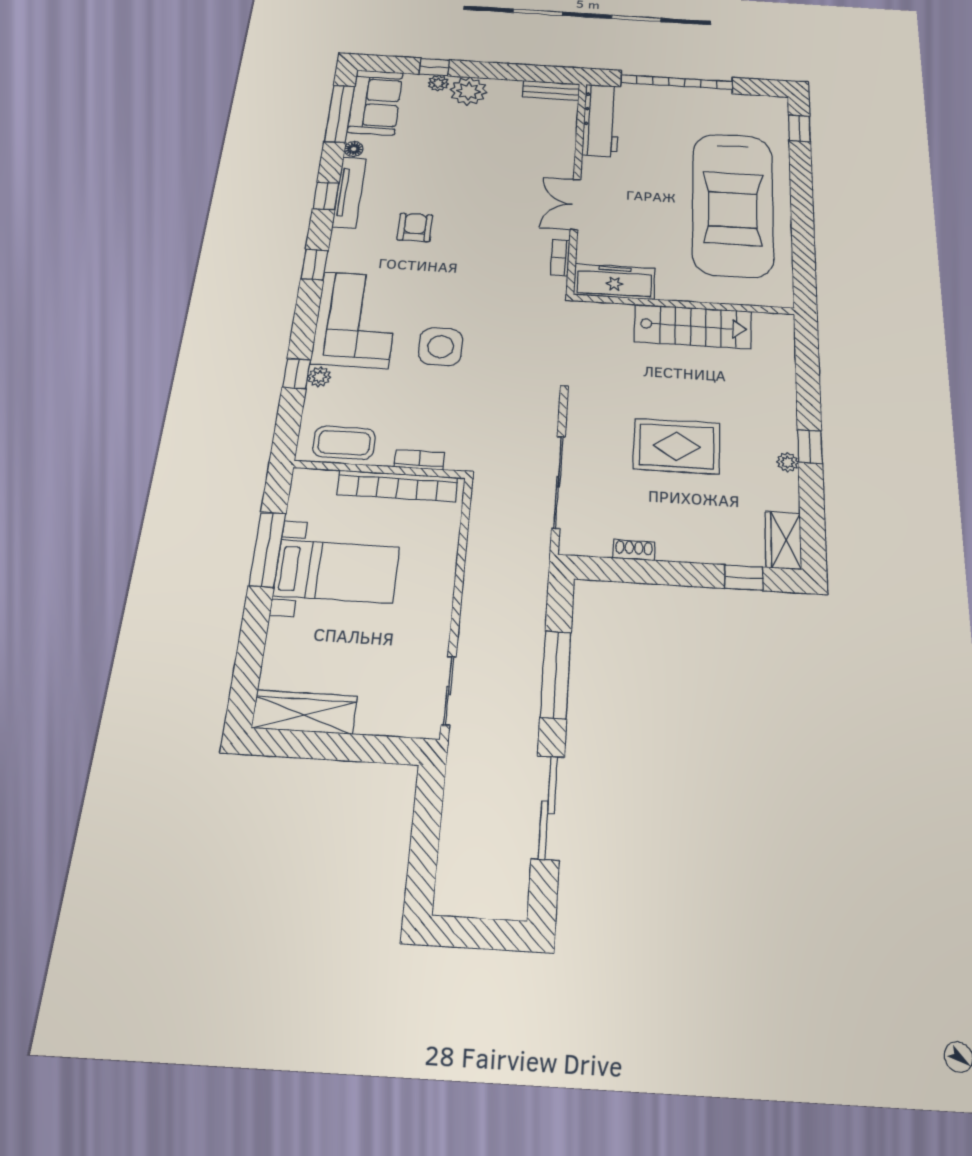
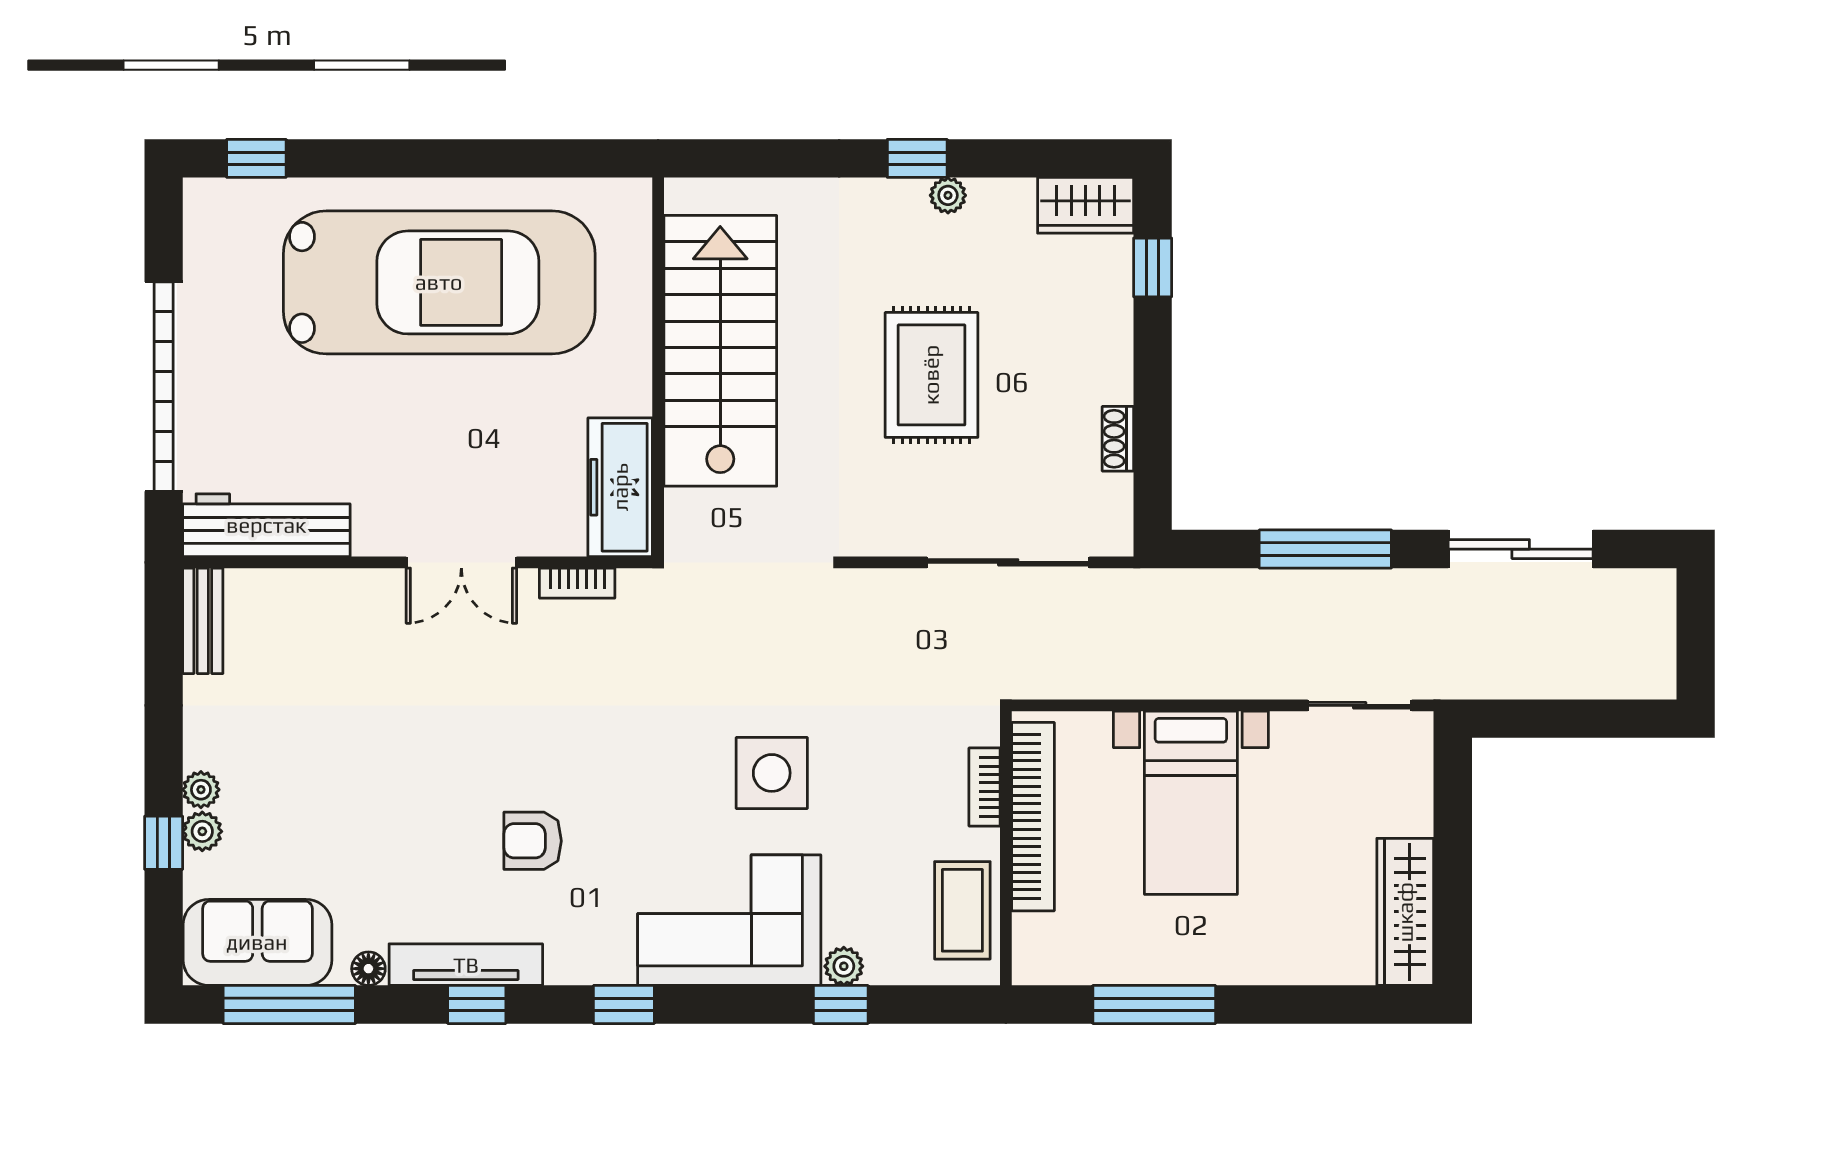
plant: (469, 91) -> (201, 790), width x0.53, depth x0.53
stairs: (693, 326) -> (720, 351), width x1.36, depth x1.51
bed with nightstands: (337, 571) -> (1191, 803), moved, turned 180

